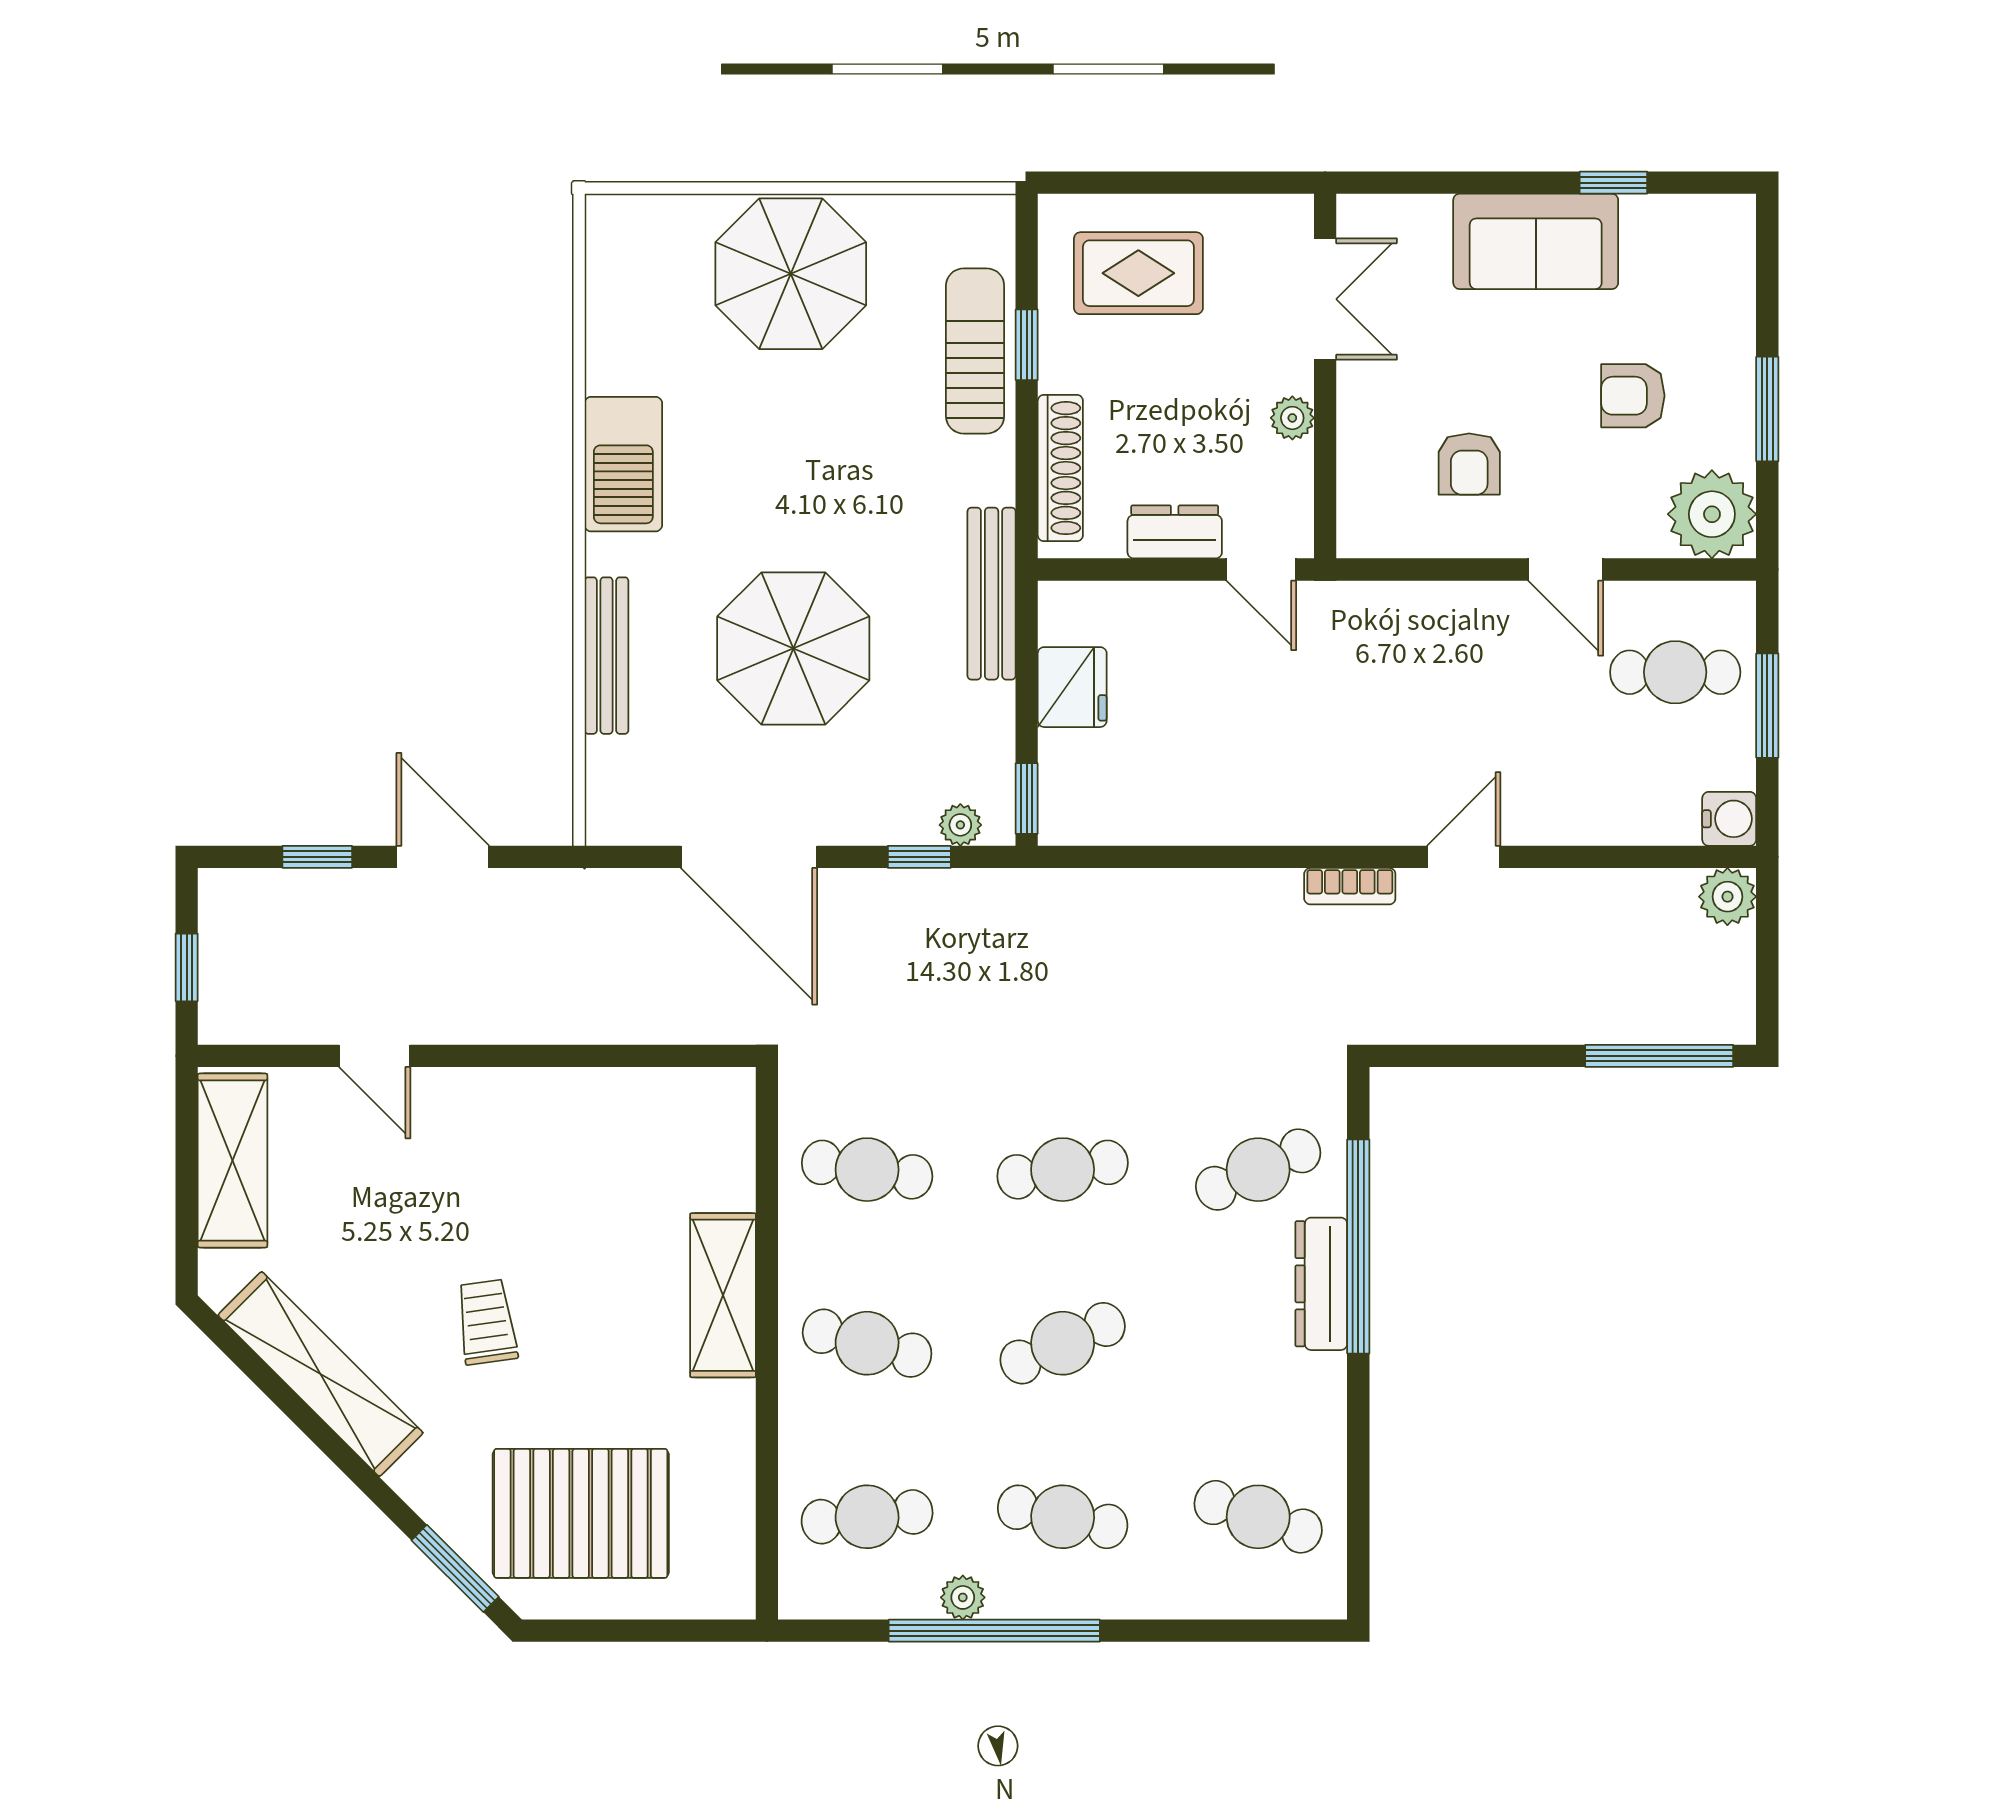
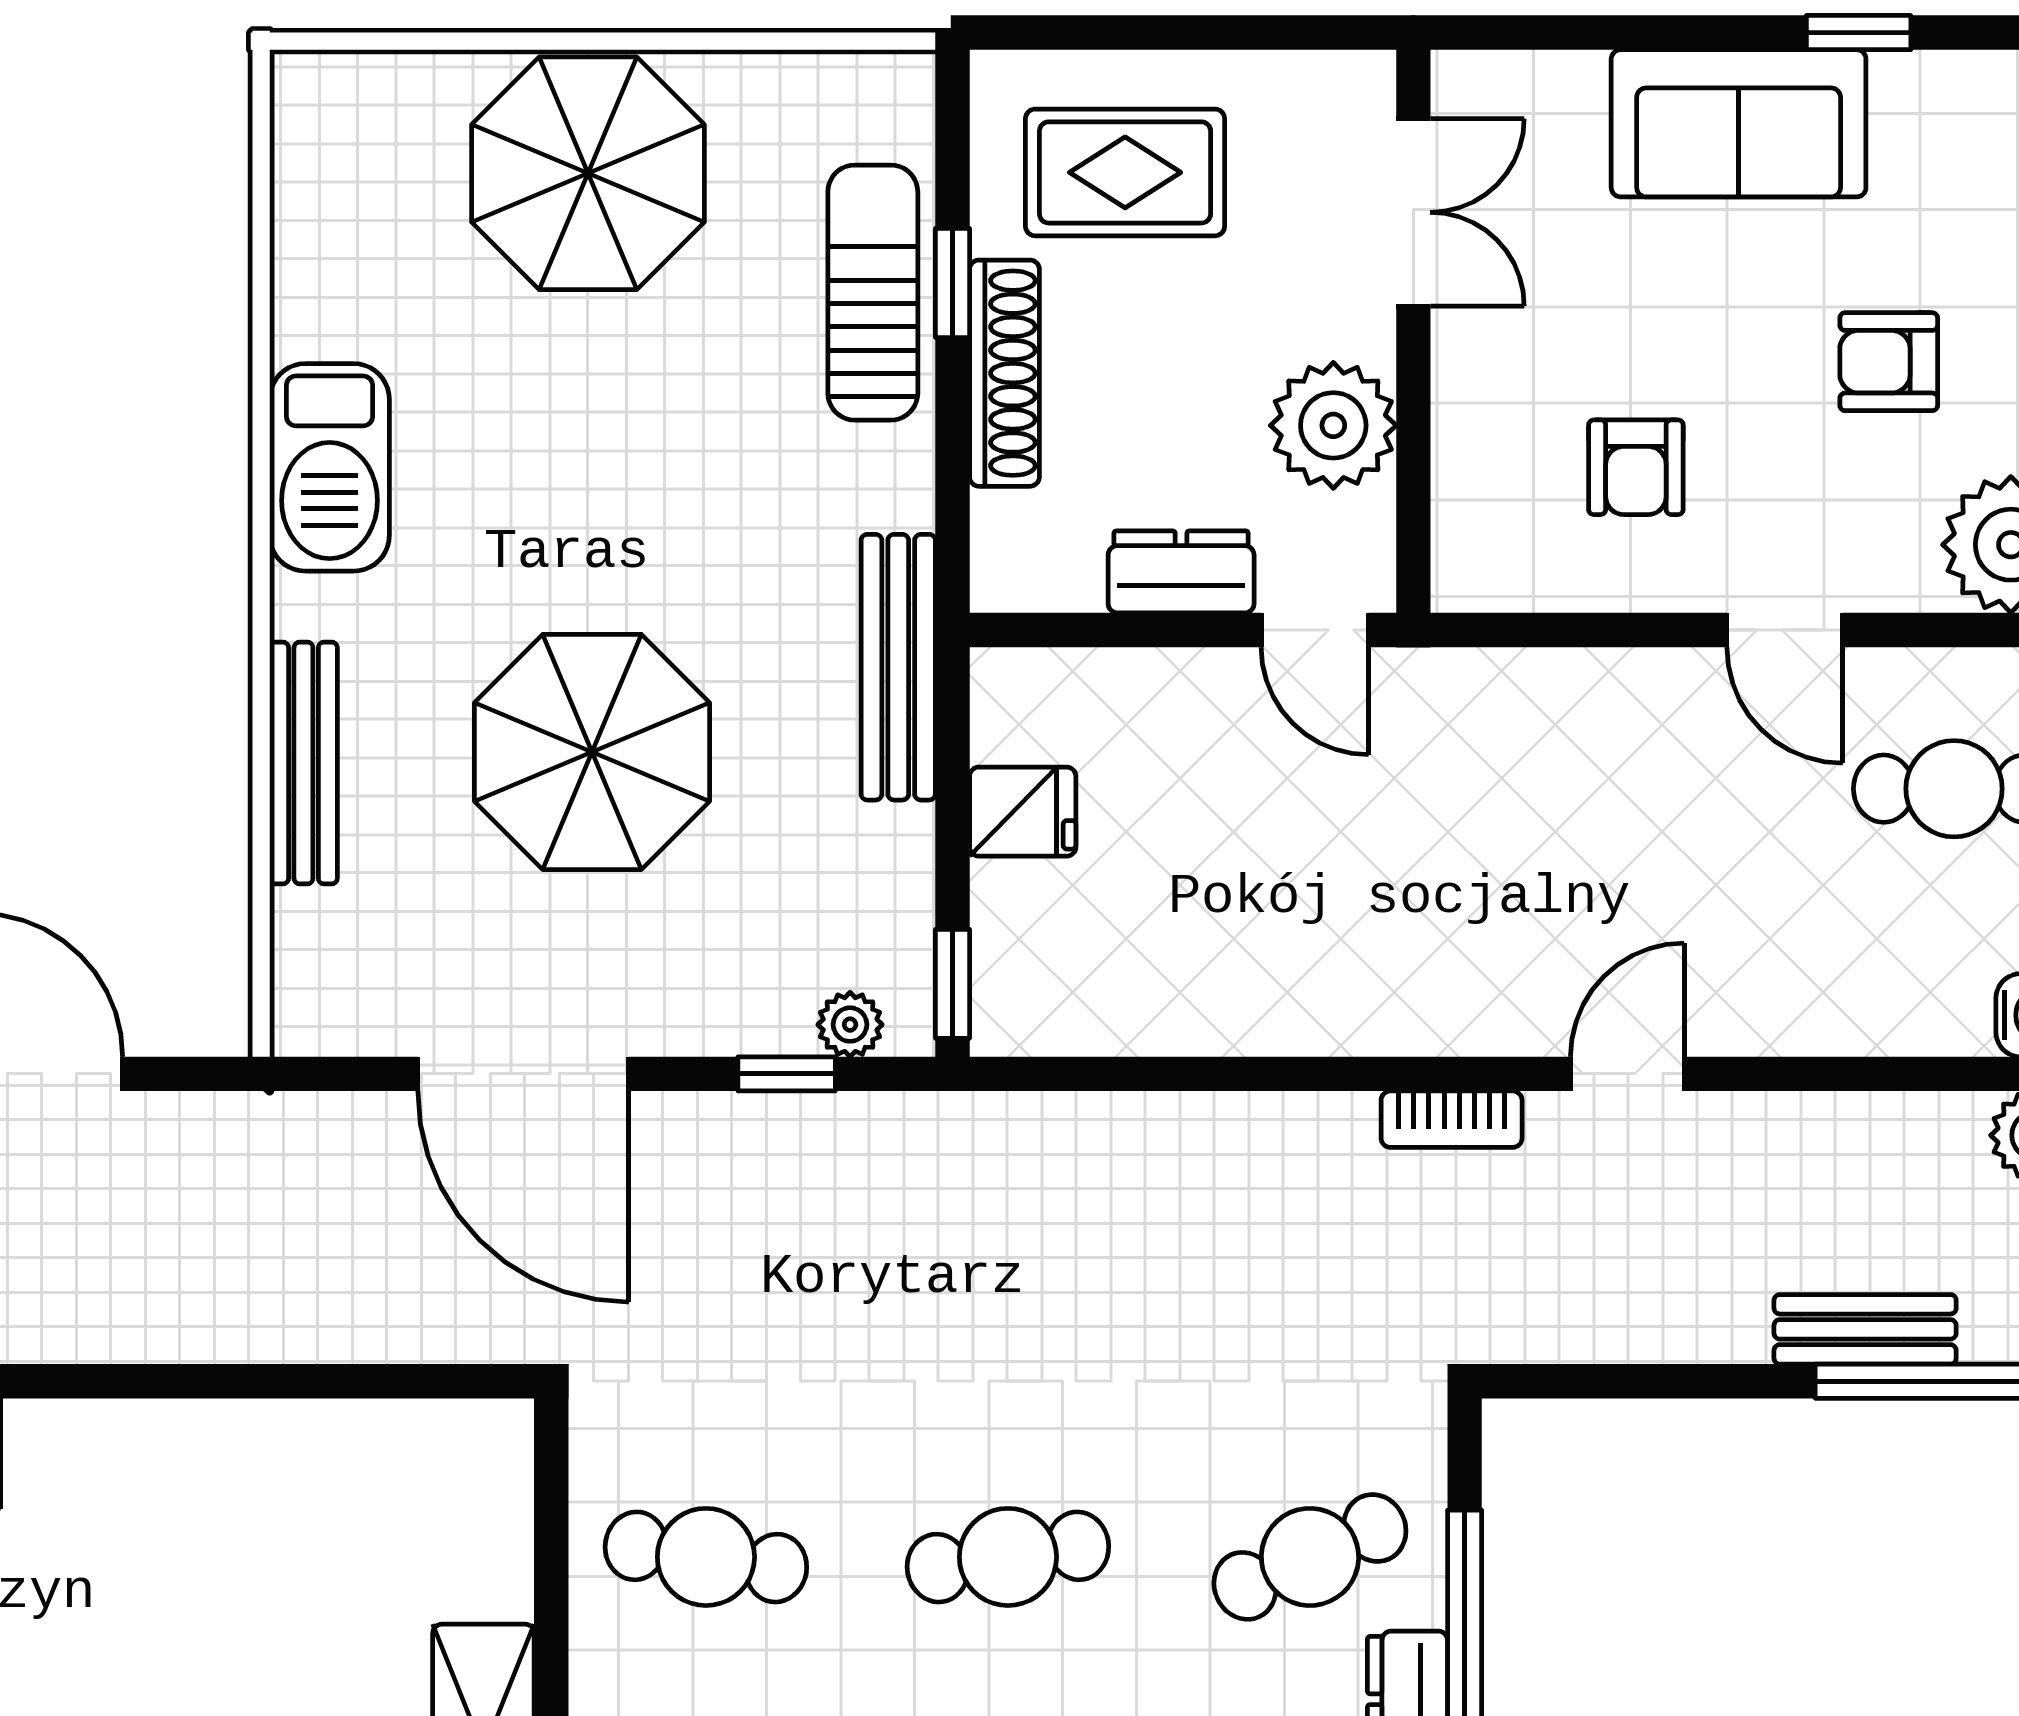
plant: (1292, 418) -> (1333, 425), width x1.88, depth x1.88
shoe rack: (1060, 468) -> (1004, 373), moved
fridge: (1072, 687) -> (1023, 812), width x0.72
bench: (1618, 1022) -> (1865, 1329), added

